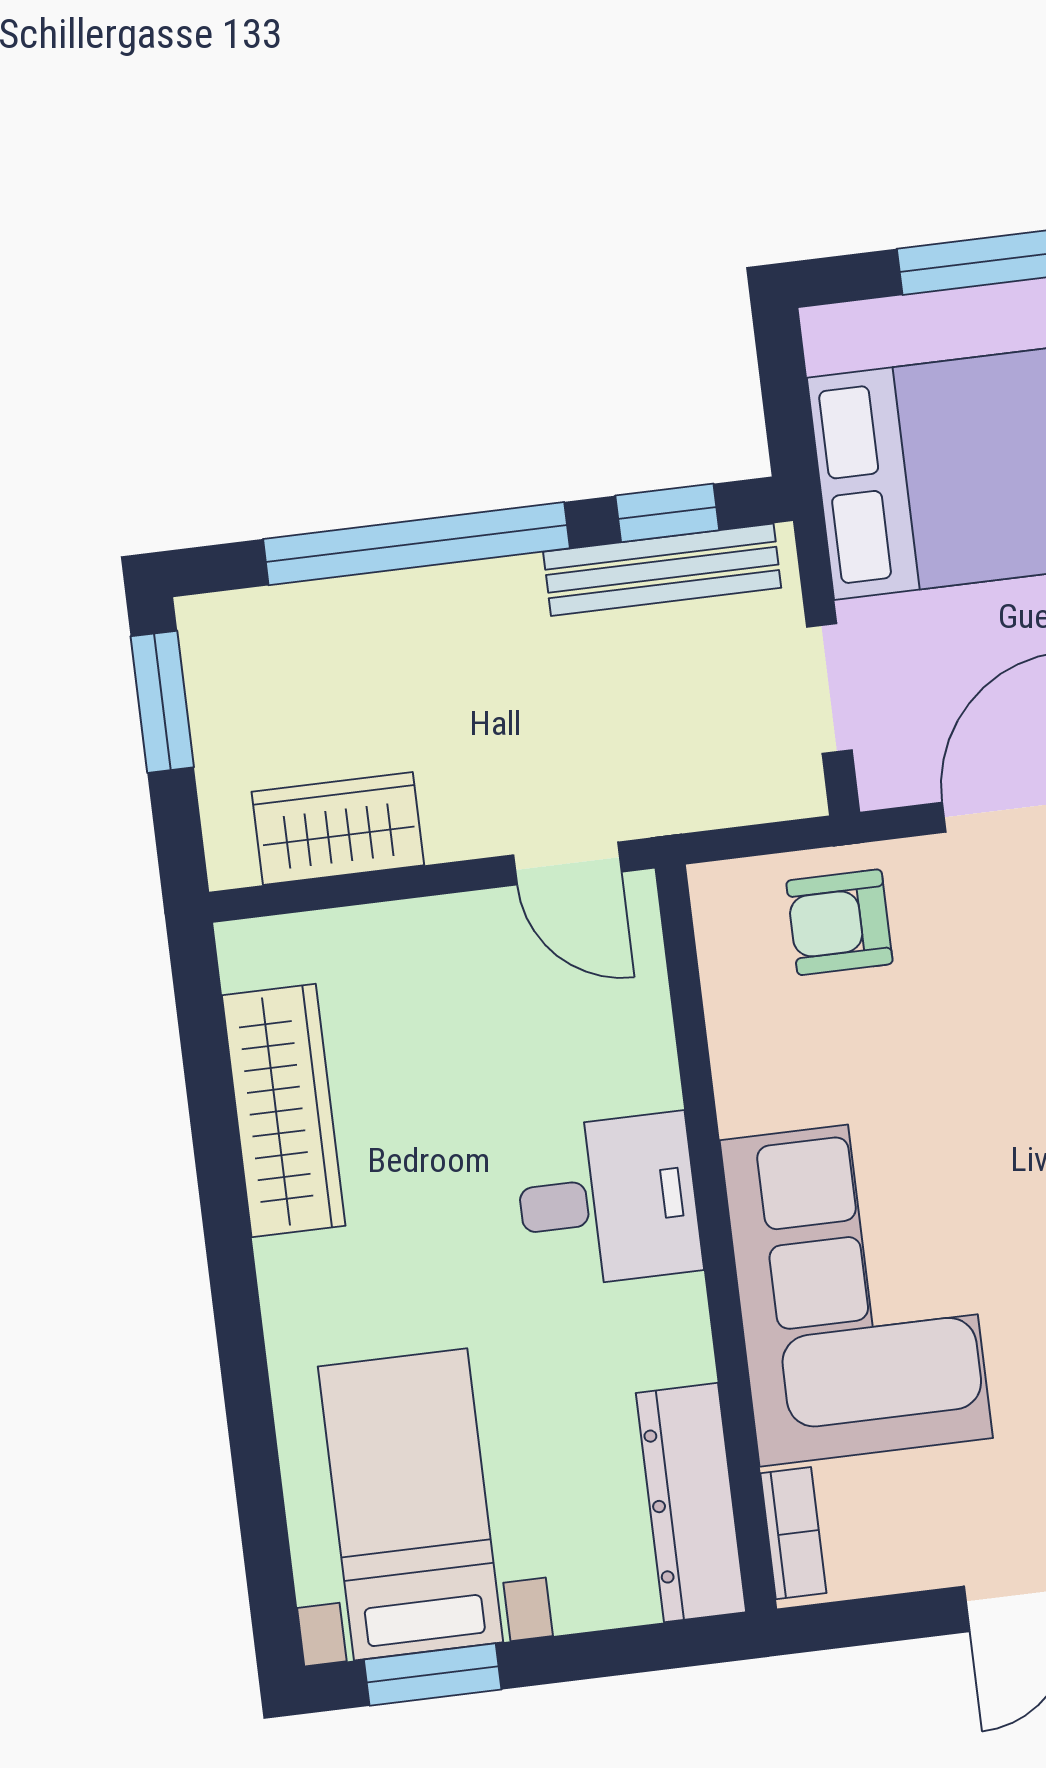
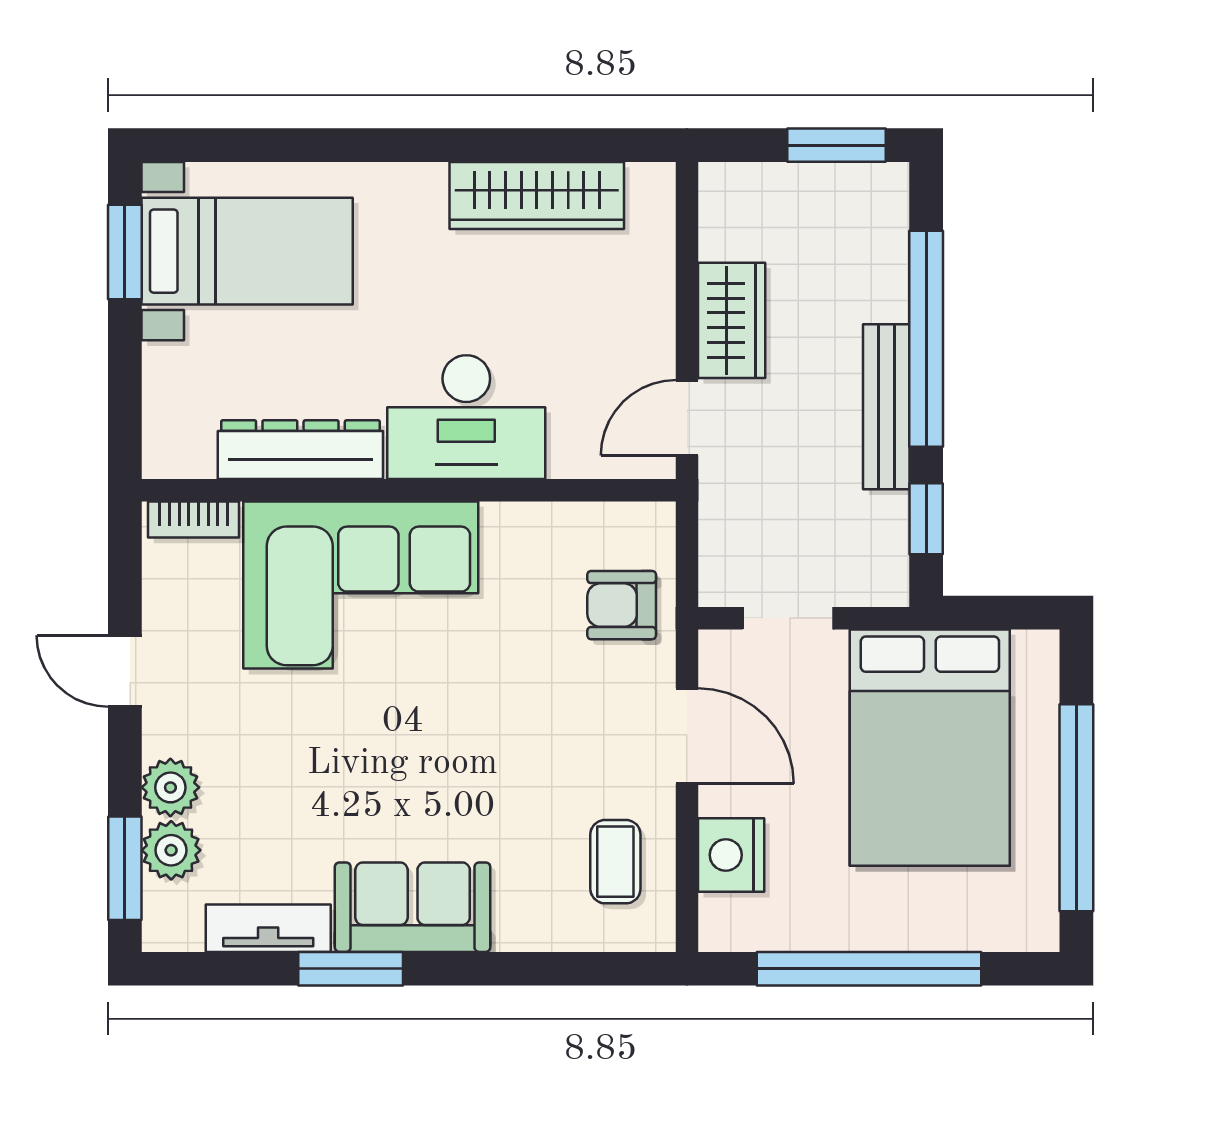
bench: (662, 570) -> (886, 407), moved
wardrobe: (338, 829) -> (732, 320), moved
armchair: (839, 922) -> (622, 605), turned -90
desk: (608, 1201) -> (466, 417), width x1.37
dresser: (691, 1503) -> (300, 450), moved

